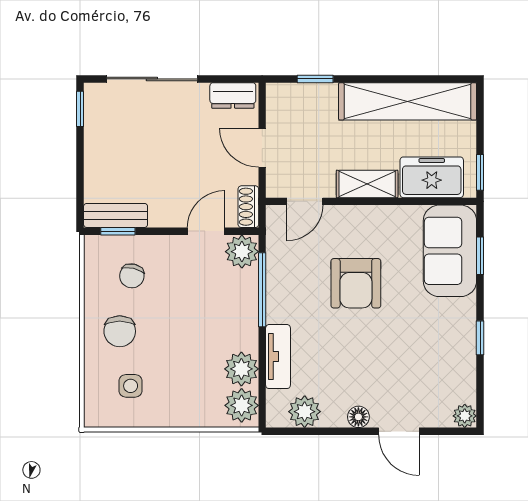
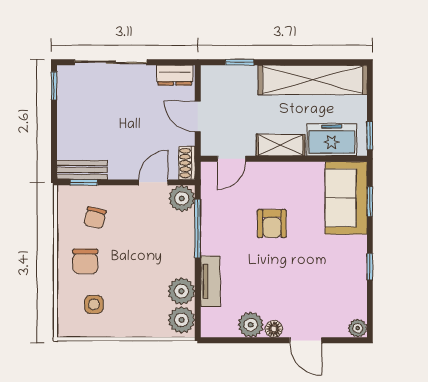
armchair: (356, 283) -> (272, 223), width x0.72, depth x0.72
plant: (305, 412) -> (251, 325), moved

